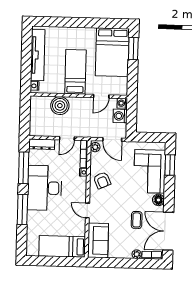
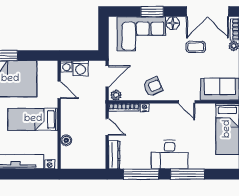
boiler: (60, 106) -> (66, 140), width x0.54, depth x0.54
window: (170, 165) -> (152, 12), moved
desk: (45, 188) -> (170, 155), width x0.73, depth x0.77
door: (87, 211) -> (187, 102), hinge flipped

